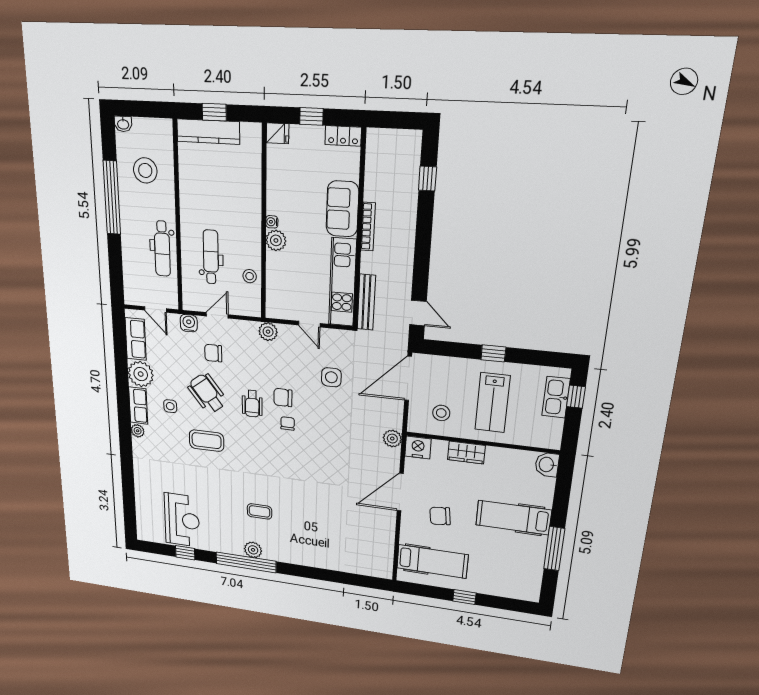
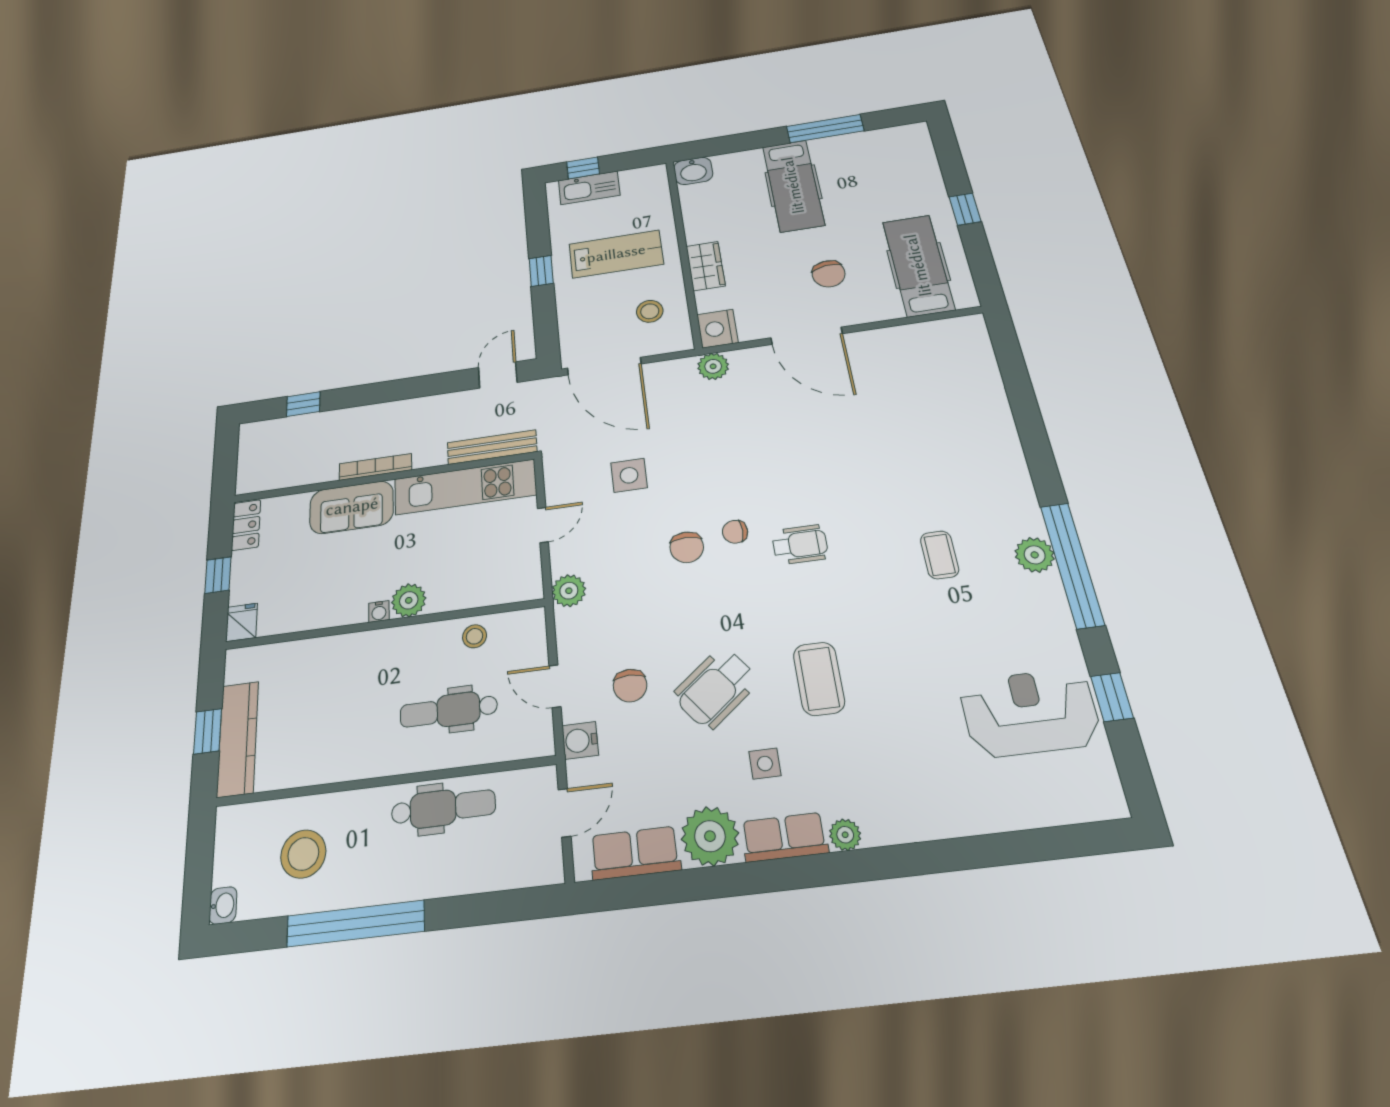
wheelchair: (252, 404) -> (800, 545), moved

